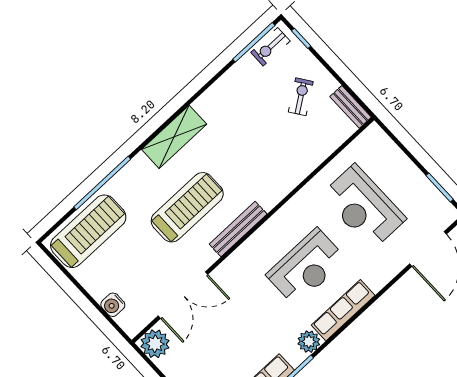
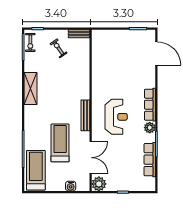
shelving: (174, 137) -> (31, 89), moved
treadmill: (187, 207) -> (60, 143), moved
reception desk: (363, 207) -> (119, 63), removed
reception desk: (306, 267) -> (116, 117), moved

